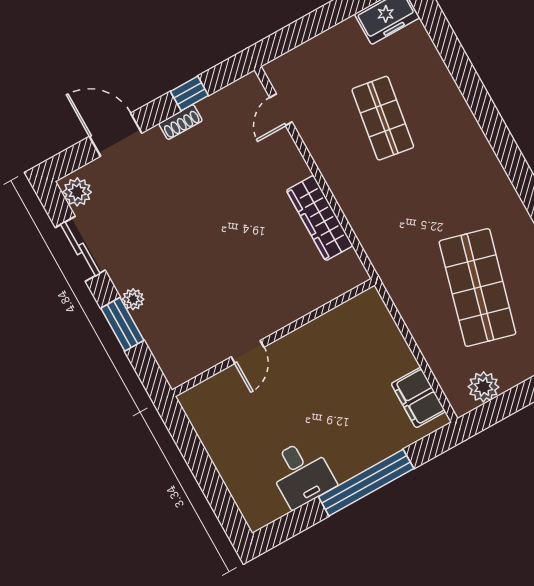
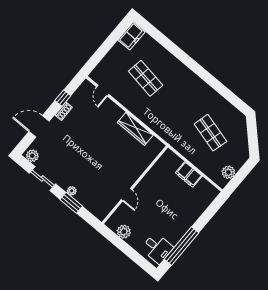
shop shelf: (477, 288) -> (210, 133), width x0.70, depth x0.74
filing cabinet: (418, 398) -> (189, 174), moved
plant: (211, 429) -> (124, 232), added
desk: (301, 473) -> (157, 248), moved
window: (366, 483) -> (182, 246), moved

